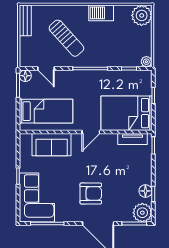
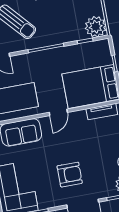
plant: (146, 62) -> (96, 27), width x1.87, depth x1.87

